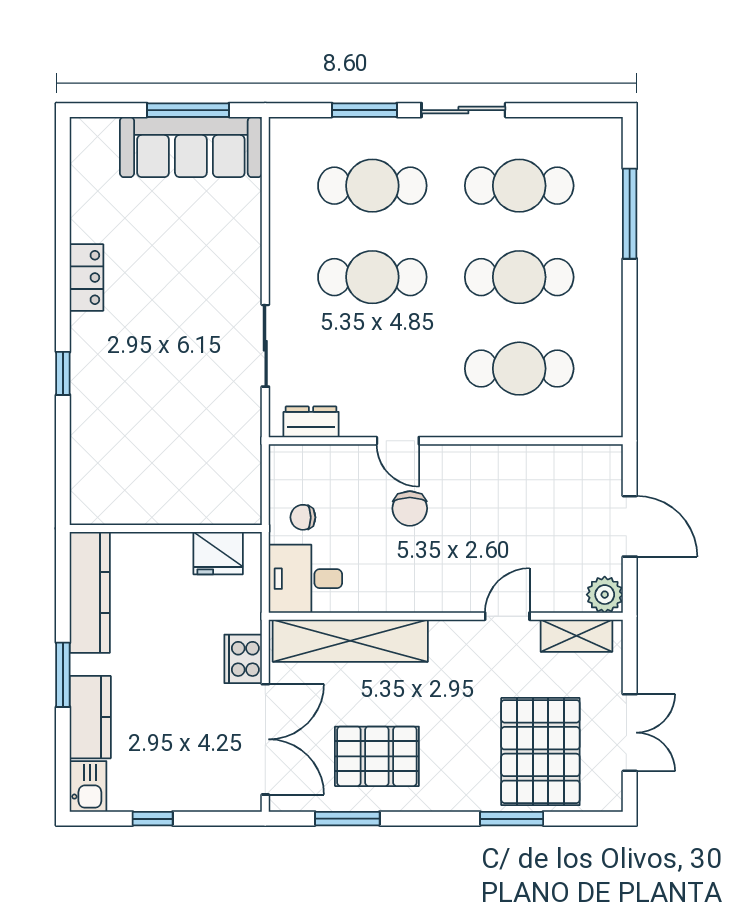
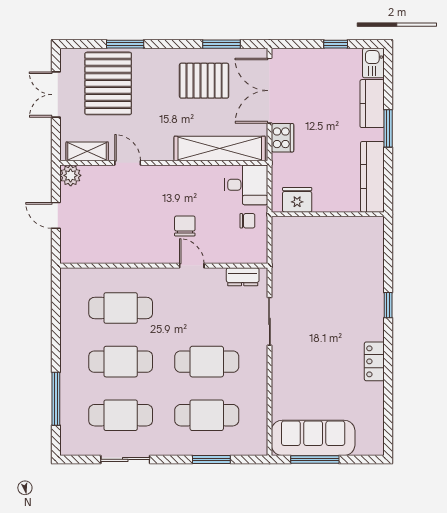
sliding door: (463, 110) -> (125, 459), moved
door: (630, 526) -> (56, 215), width x0.73
door: (507, 616) -> (128, 163), swing flipped

